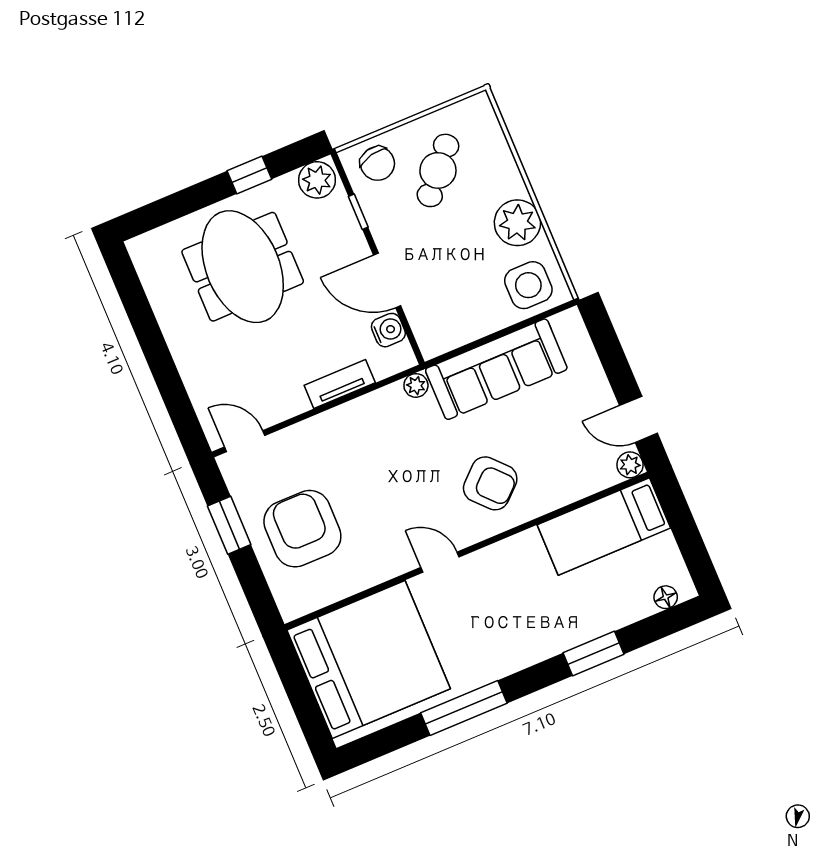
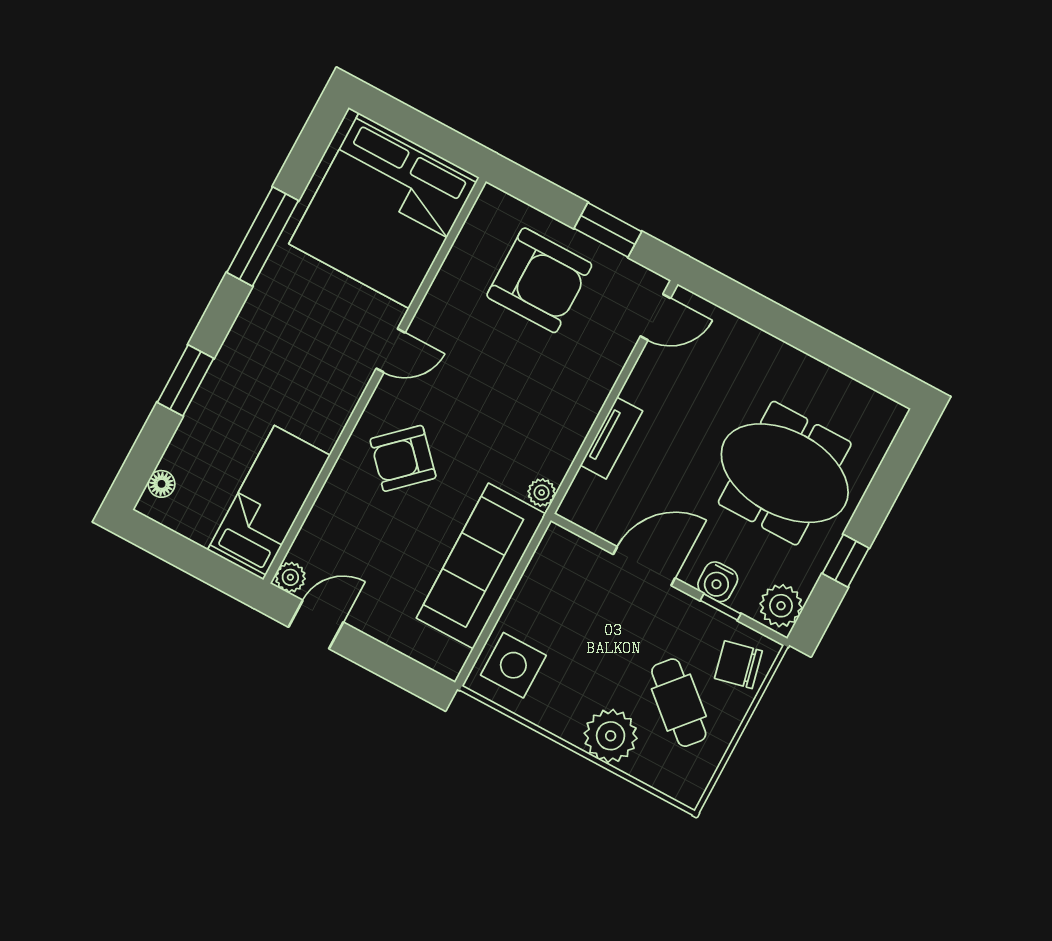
plant: (517, 223) -> (611, 736), moved
water cooler: (388, 330) -> (718, 582), moved

